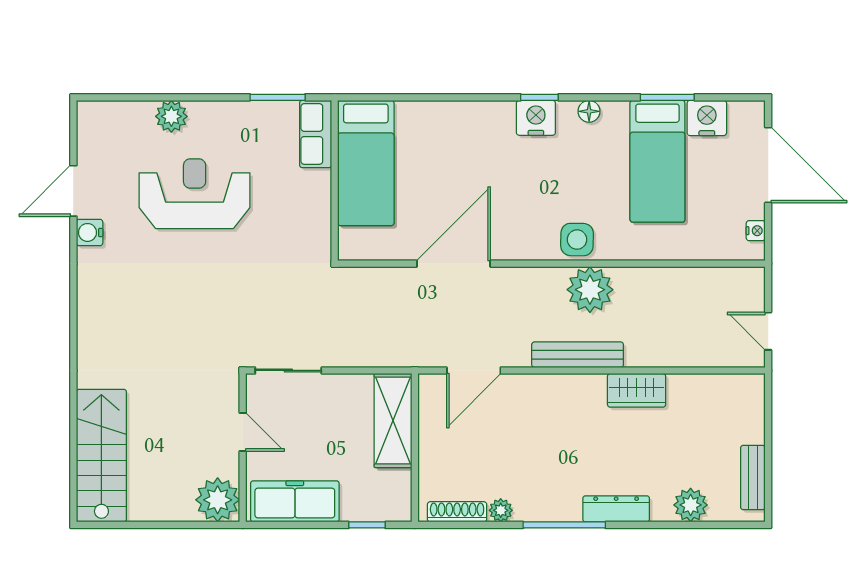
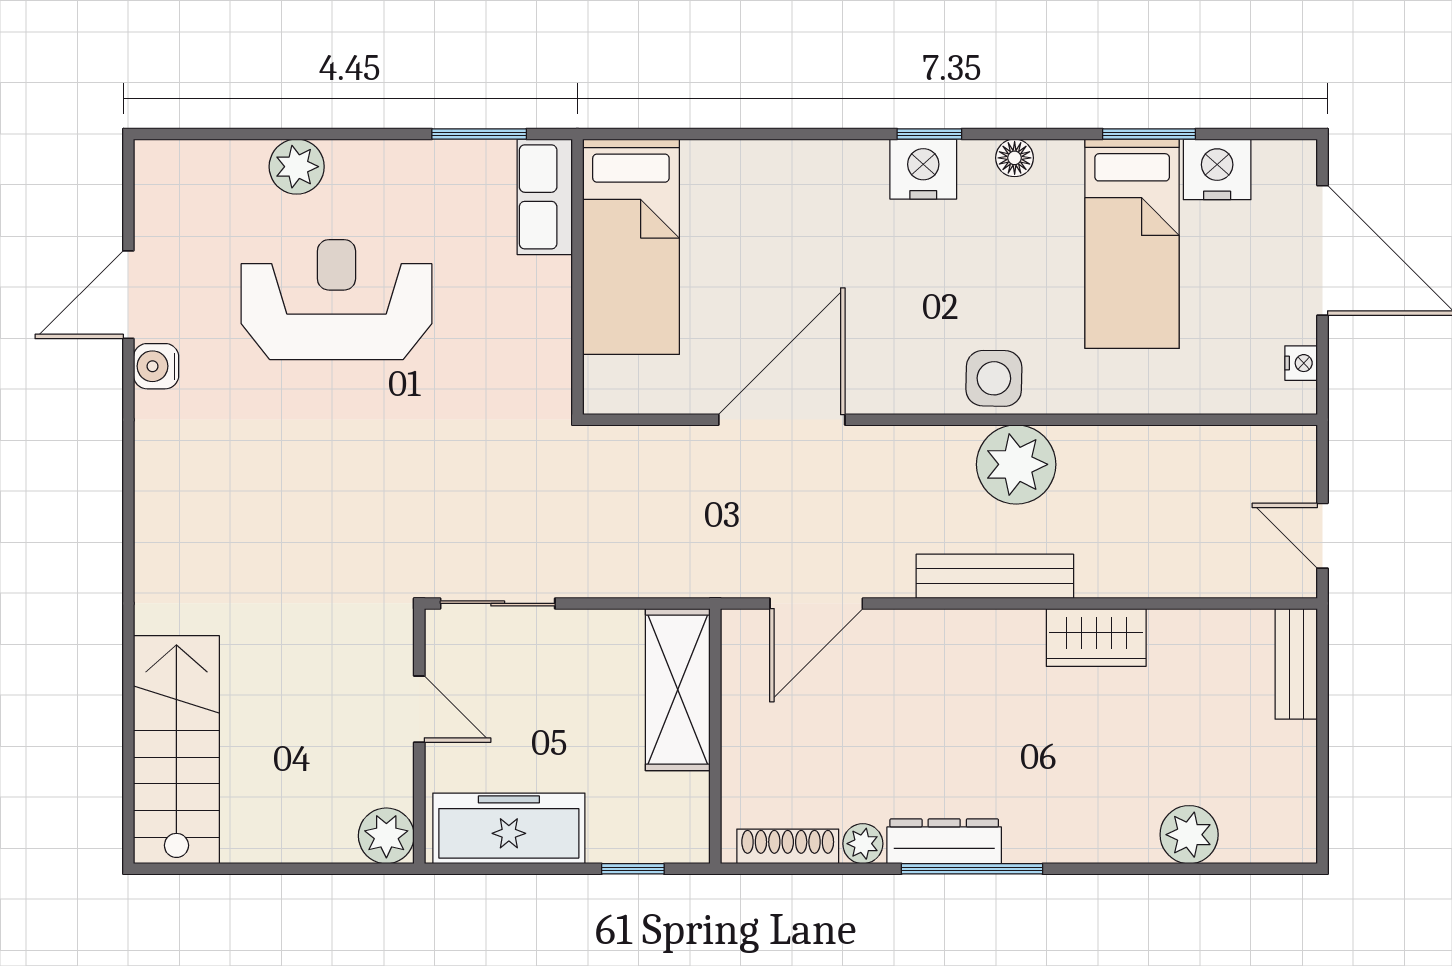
bench: (753, 477) -> (1296, 664), moved
plant: (218, 500) -> (386, 836), width x0.73, depth x0.73
dresser: (616, 509) -> (944, 841), moved

